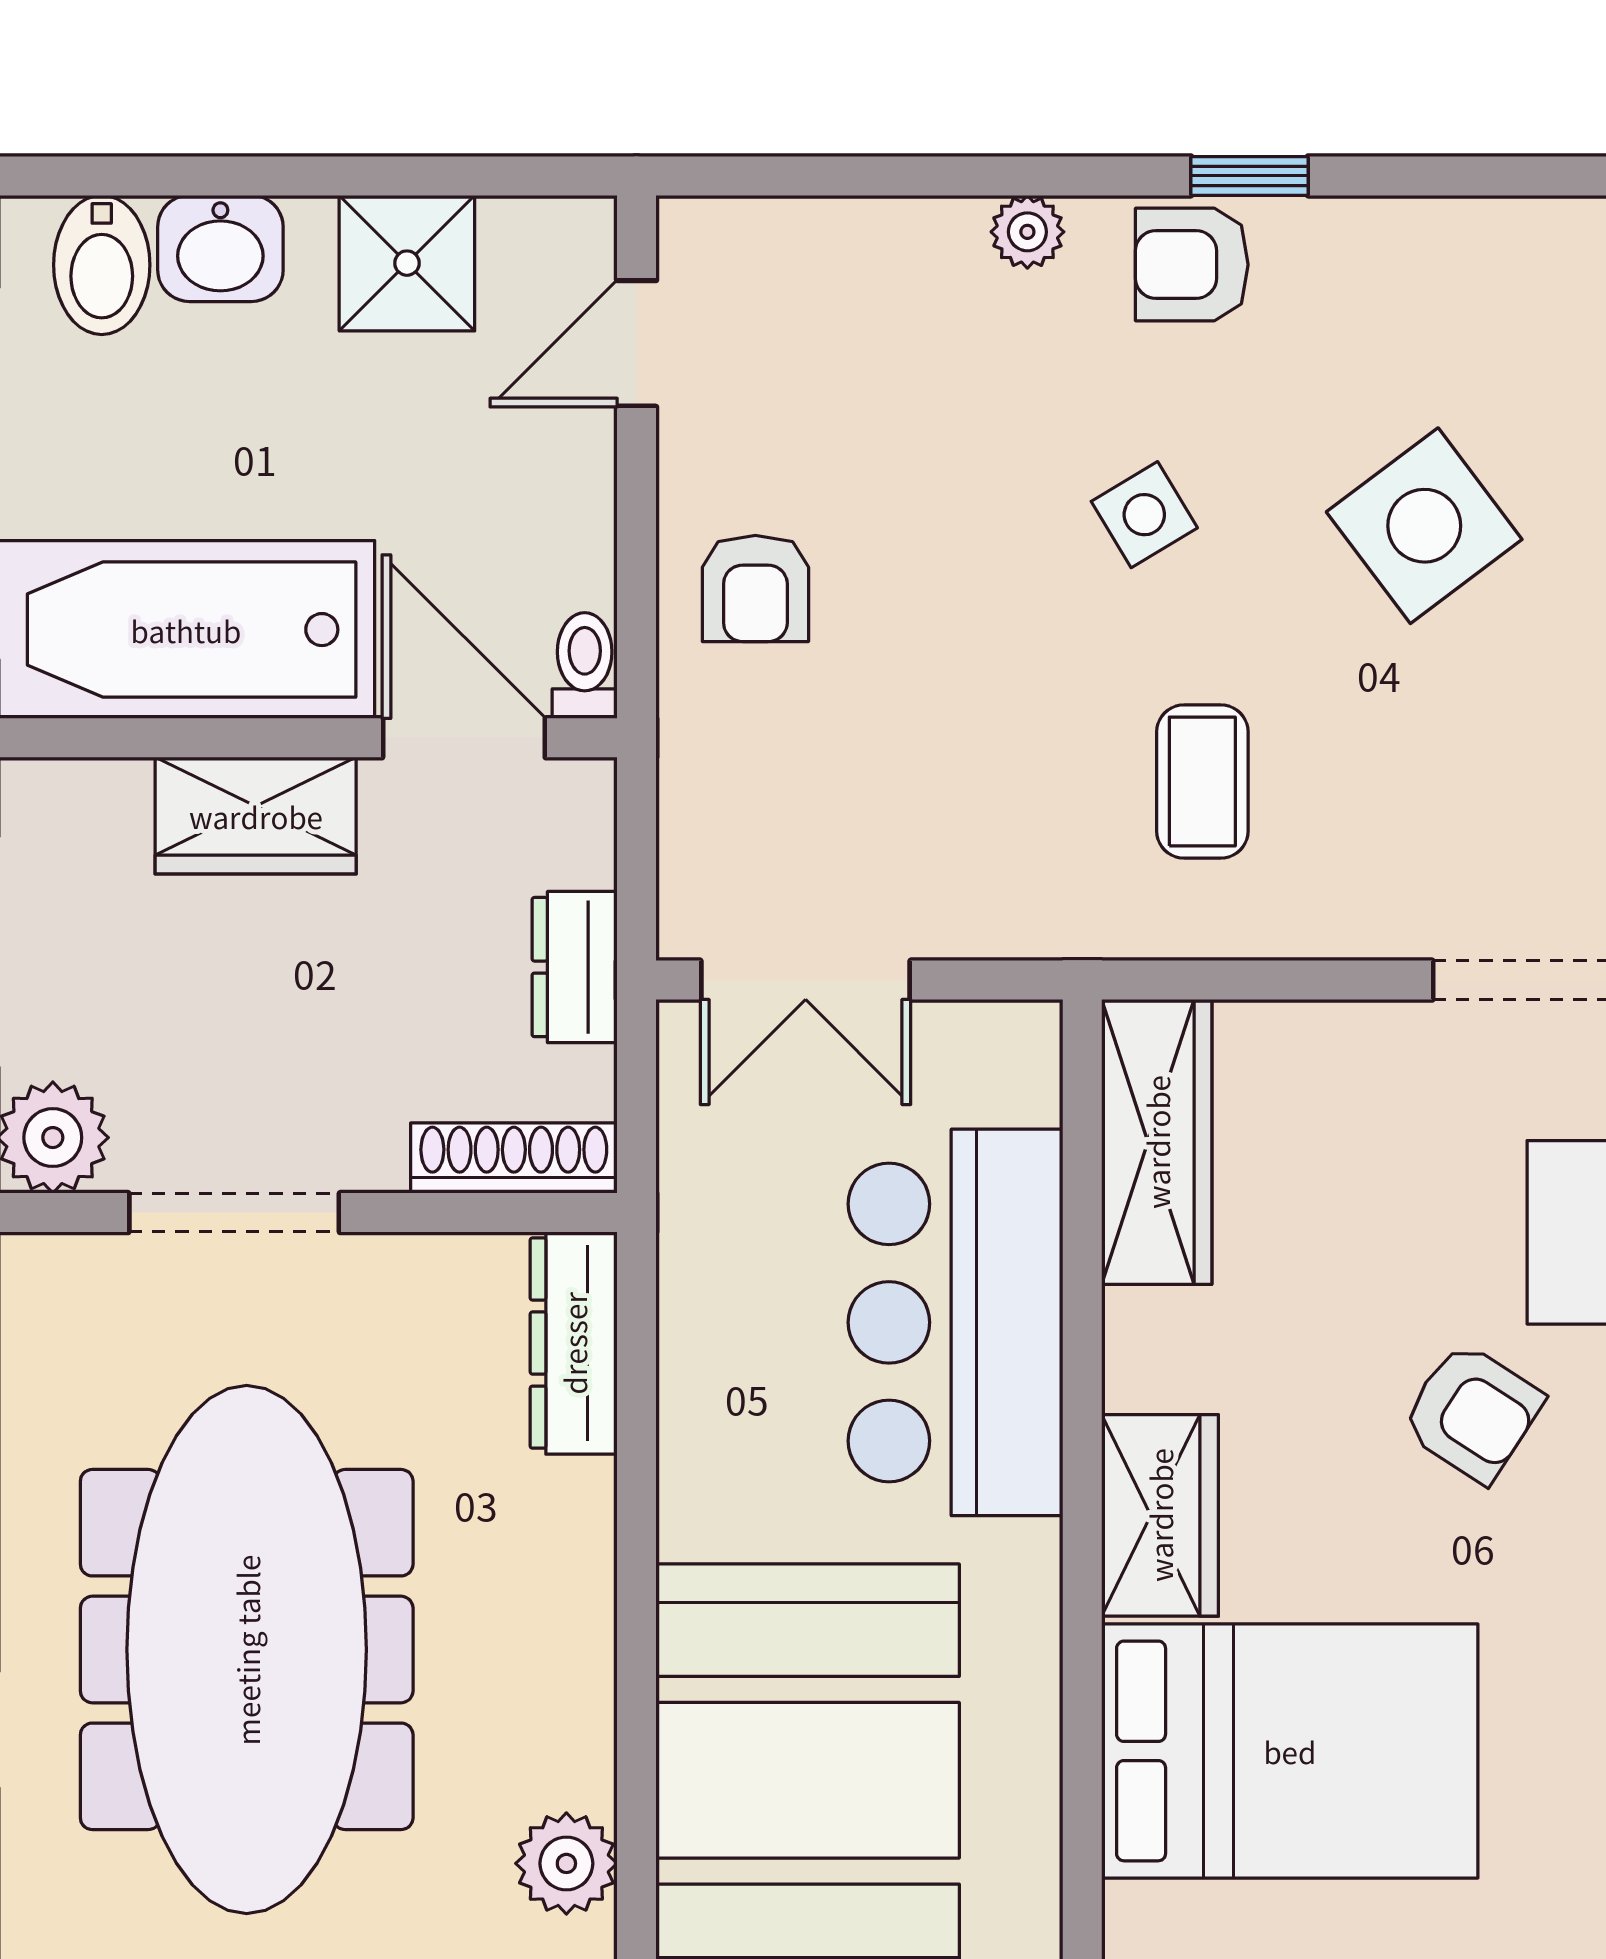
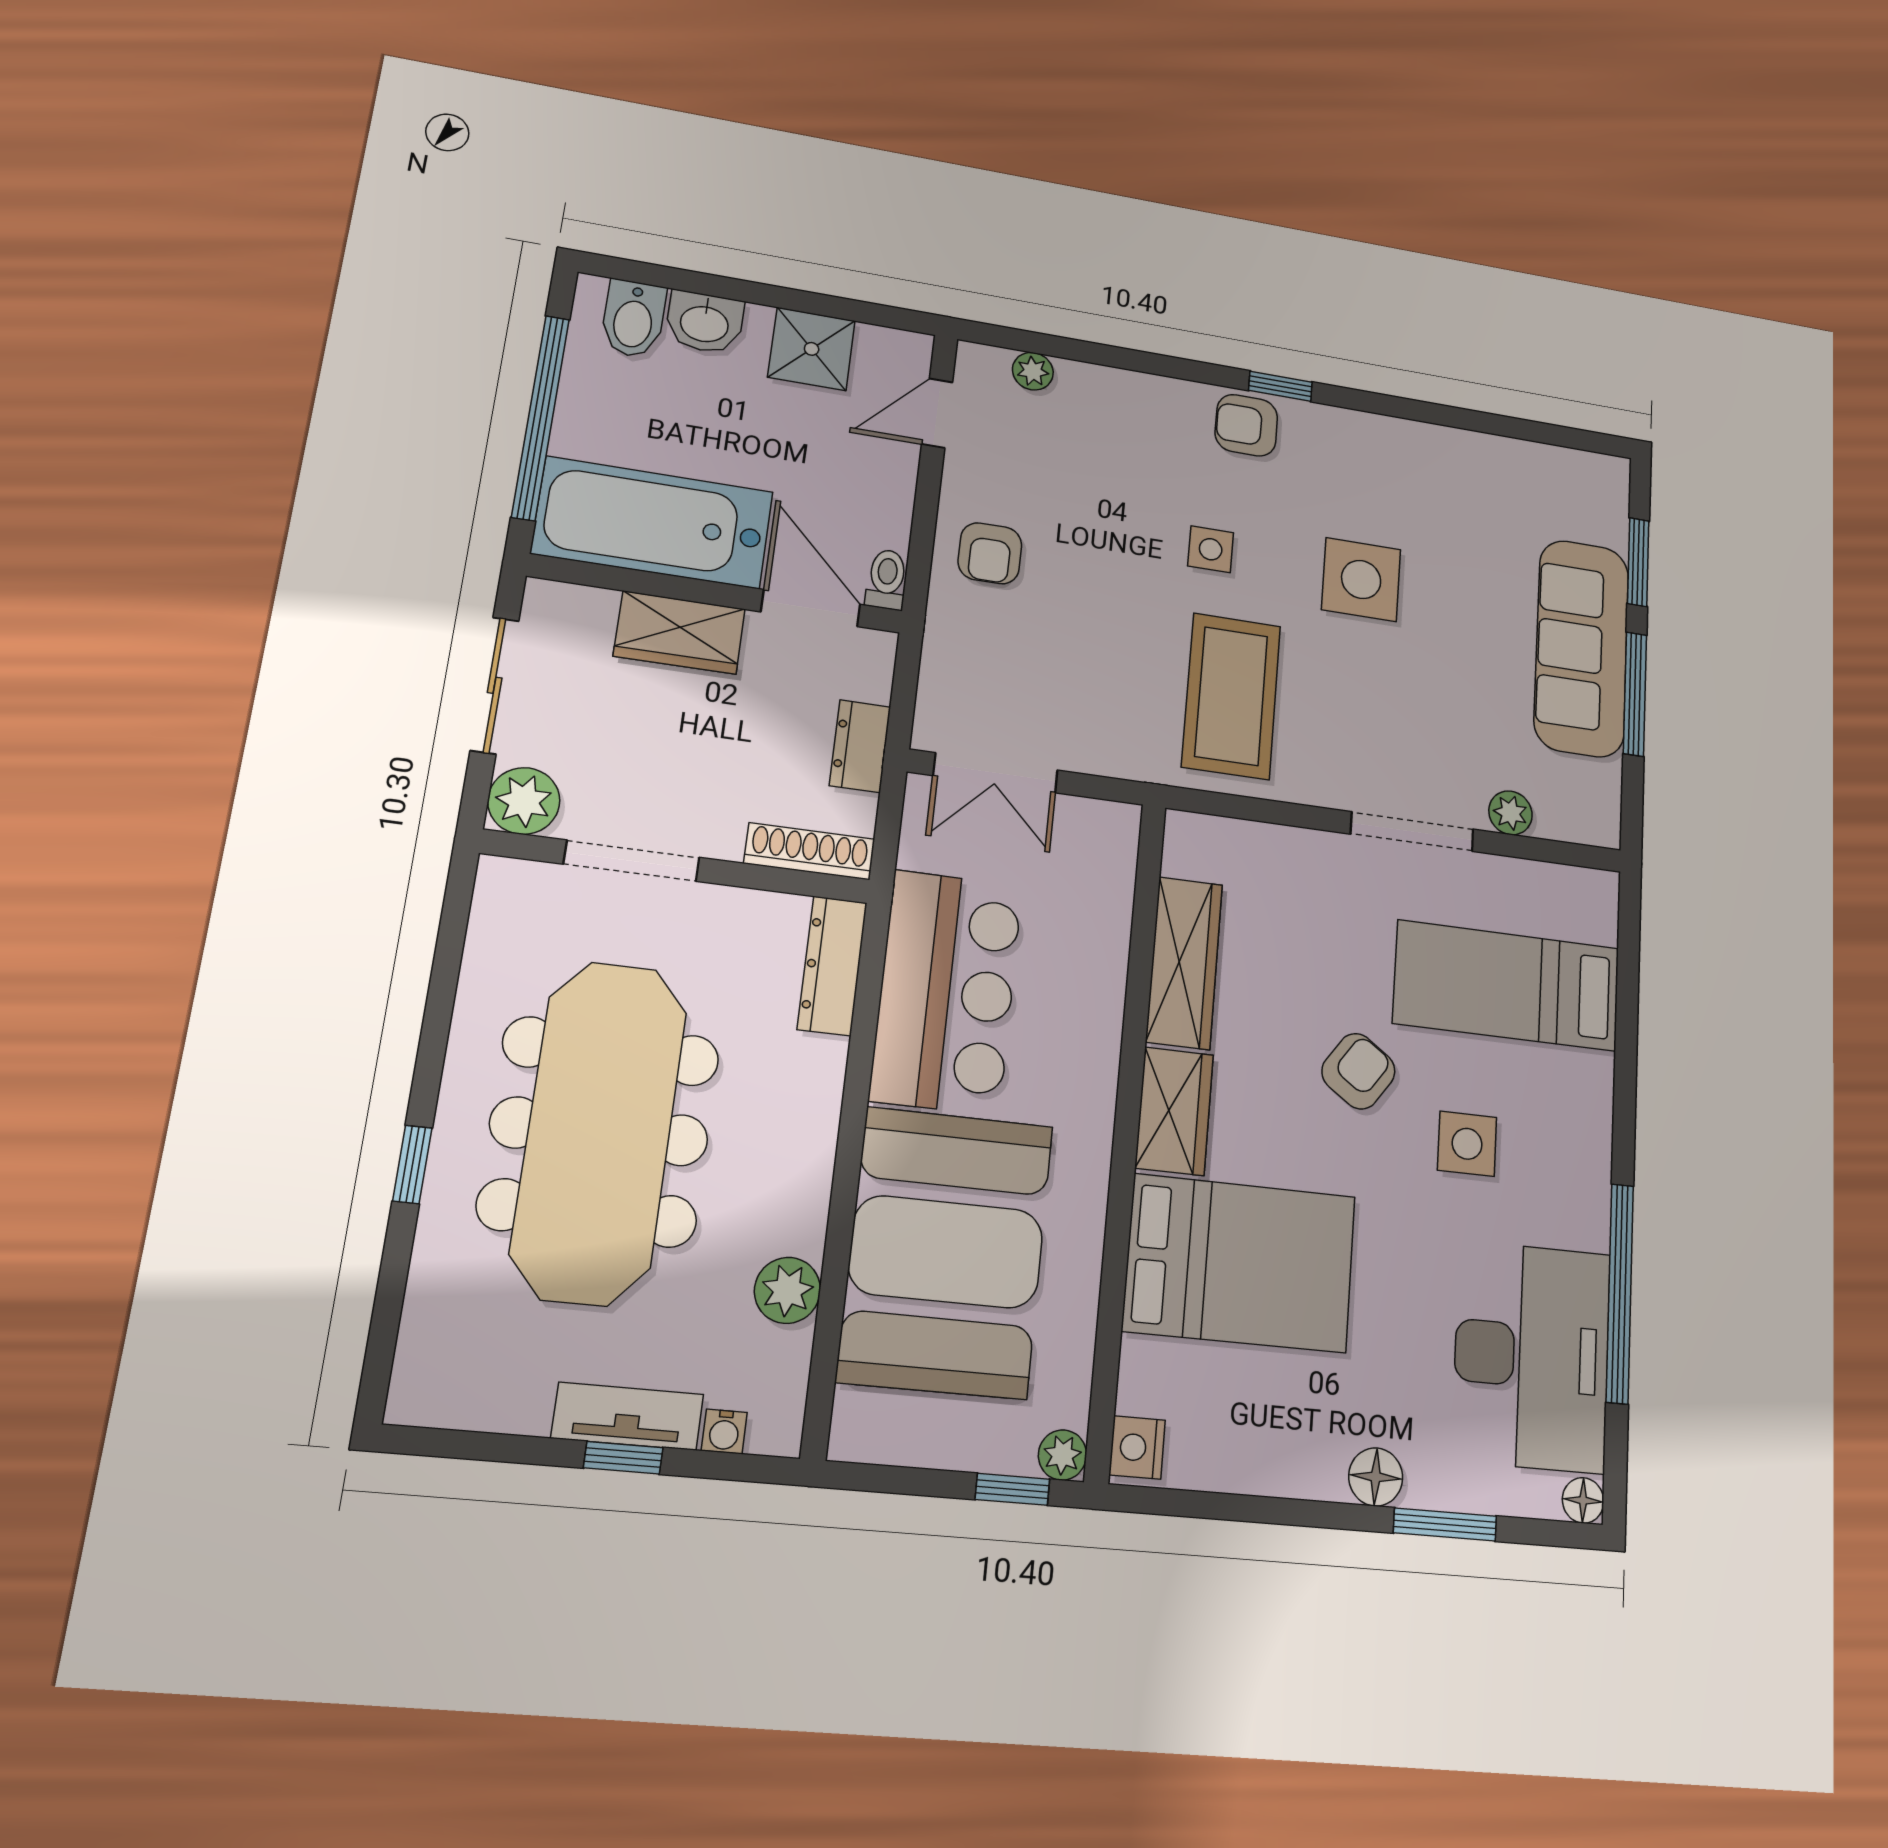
plant: (1027, 232) -> (1033, 371), moved
side table: (1144, 515) -> (1211, 549), turned 31
side table: (1424, 526) -> (1361, 580), turned 37
coffee table: (1202, 781) -> (1231, 696), width x1.86, depth x1.72
wardrobe: (1157, 1142) -> (1184, 963), moved
bar counter: (955, 1322) -> (947, 992), moved, turned 180
armchair: (1472, 1412) -> (1358, 1071), turned -88

